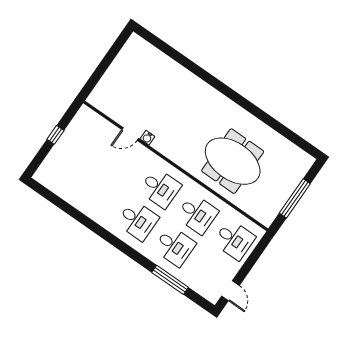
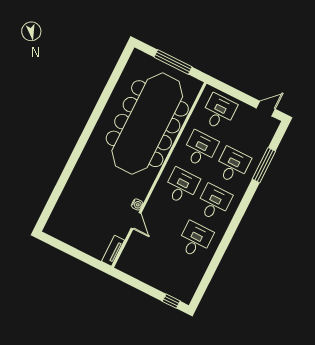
tv unit: (101, 105) -> (113, 251), added
window: (55, 135) -> (171, 301), moved
meeting table: (233, 161) -> (147, 124), width x1.86, depth x1.27
desk: (101, 195) -> (195, 240), added

